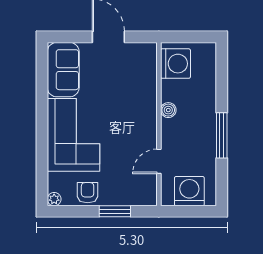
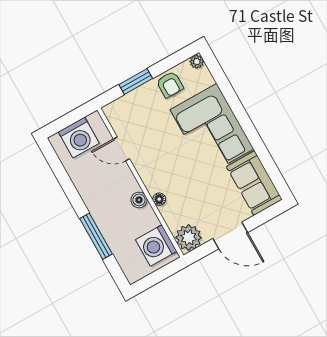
plant: (144, 55) -> (189, 238), added
floor lamp: (151, 101) -> (159, 199), added
window: (222, 135) -> (96, 236), moved
door: (159, 161) -> (121, 149), swing flipped

